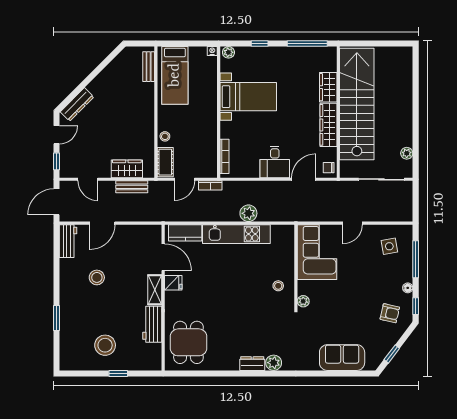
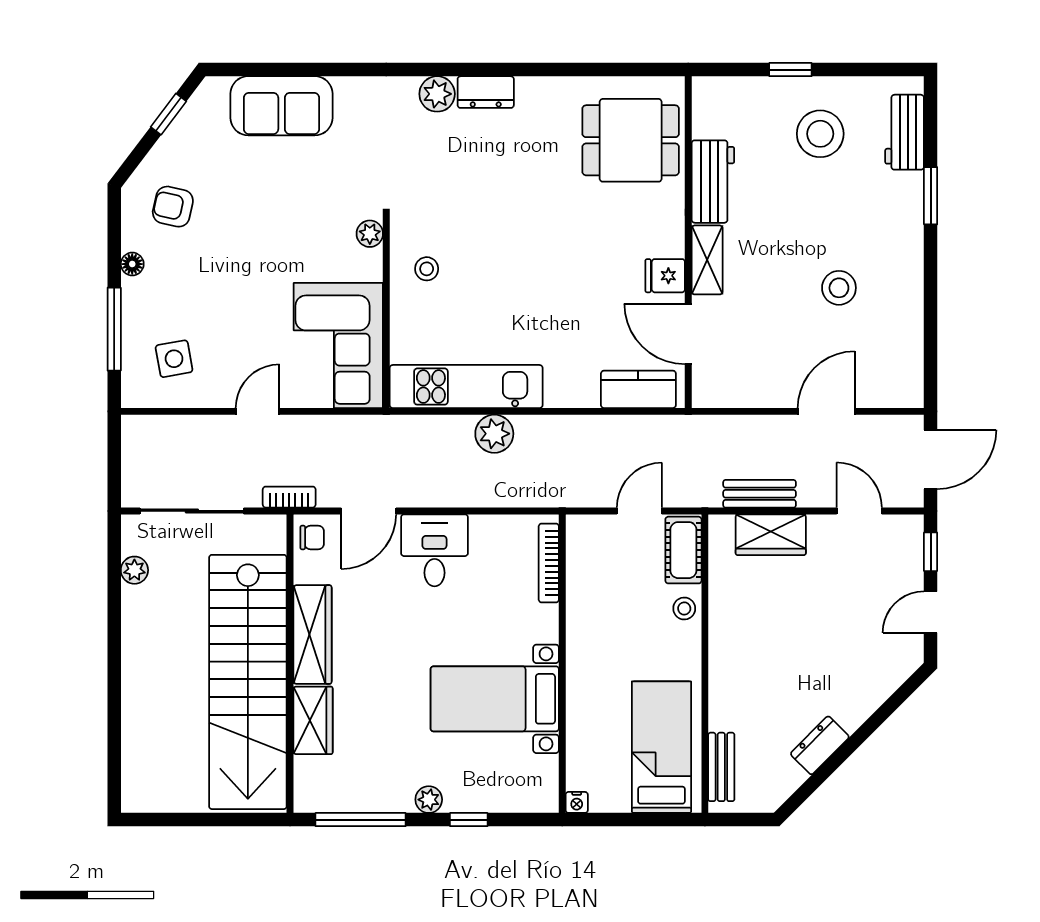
plant: (228, 52) -> (429, 800), moved
dresser: (77, 104) -> (820, 745), moved, width x0.70
bookcase: (210, 185) -> (289, 497), moved
kitchen unit: (236, 234) -> (466, 387), moved
workbench: (68, 241) -> (905, 132), moved
window: (416, 306) -> (114, 222), removed
dining table: (188, 342) -> (631, 140), turned 90

